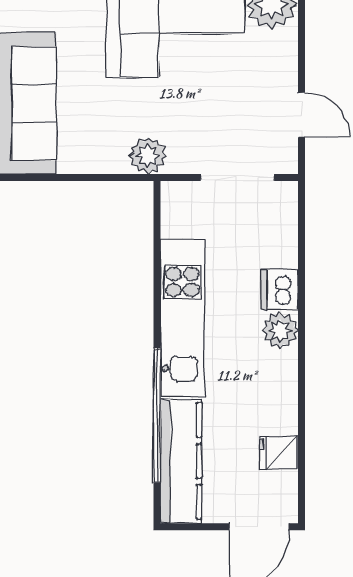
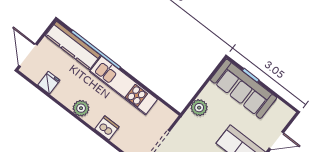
plant: (148, 156) -> (199, 108), moved
plant: (280, 331) -> (81, 108), moved

